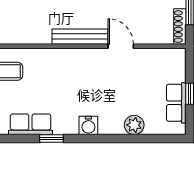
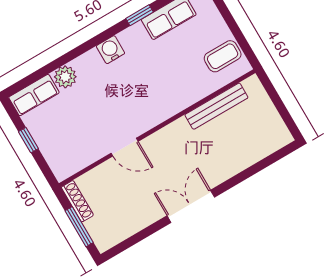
bench: (80, 37) -> (216, 106), moved
row of seats: (176, 103) -> (34, 95), moved, turned 90

